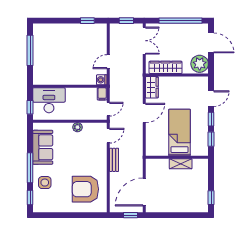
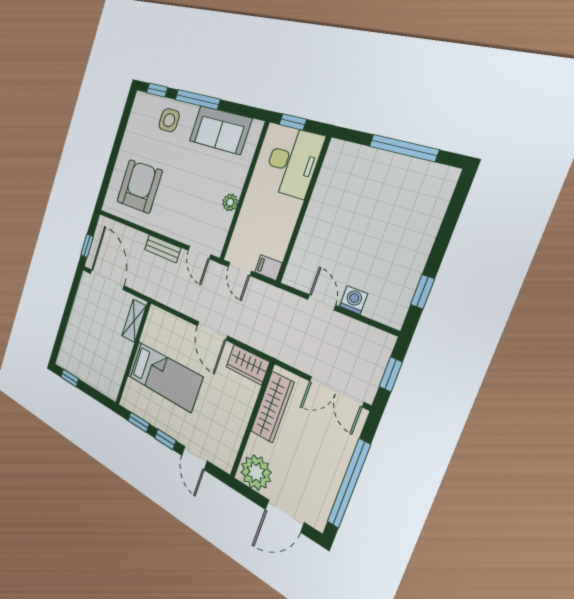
washing machine: (102, 80) -> (353, 300), moved
shelving: (181, 164) -> (134, 321), moved

